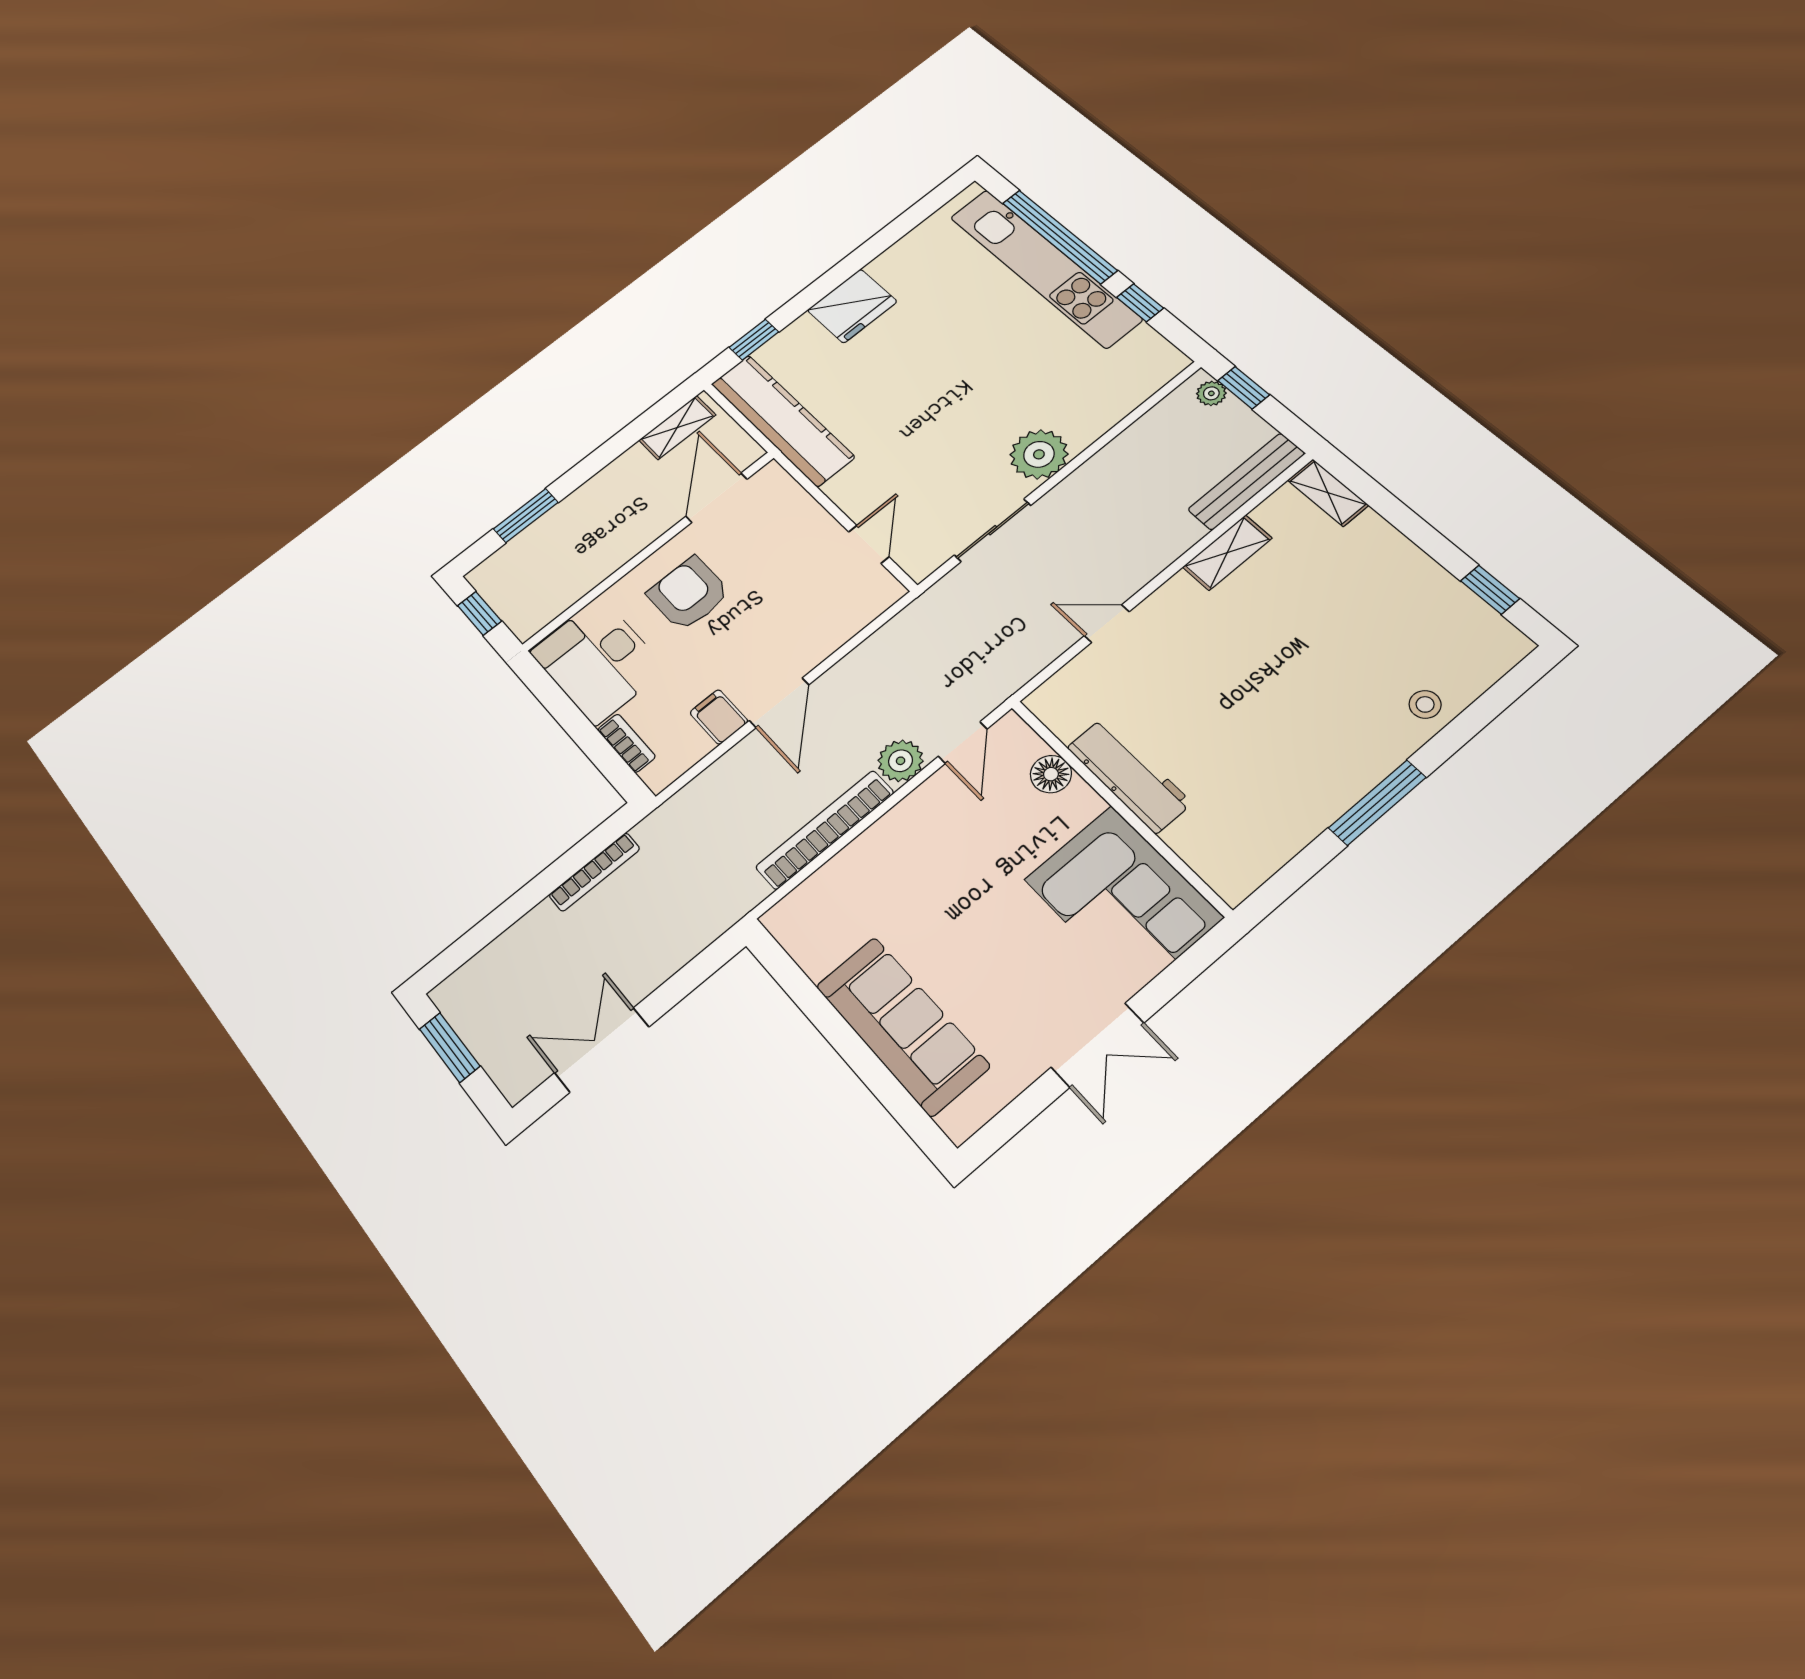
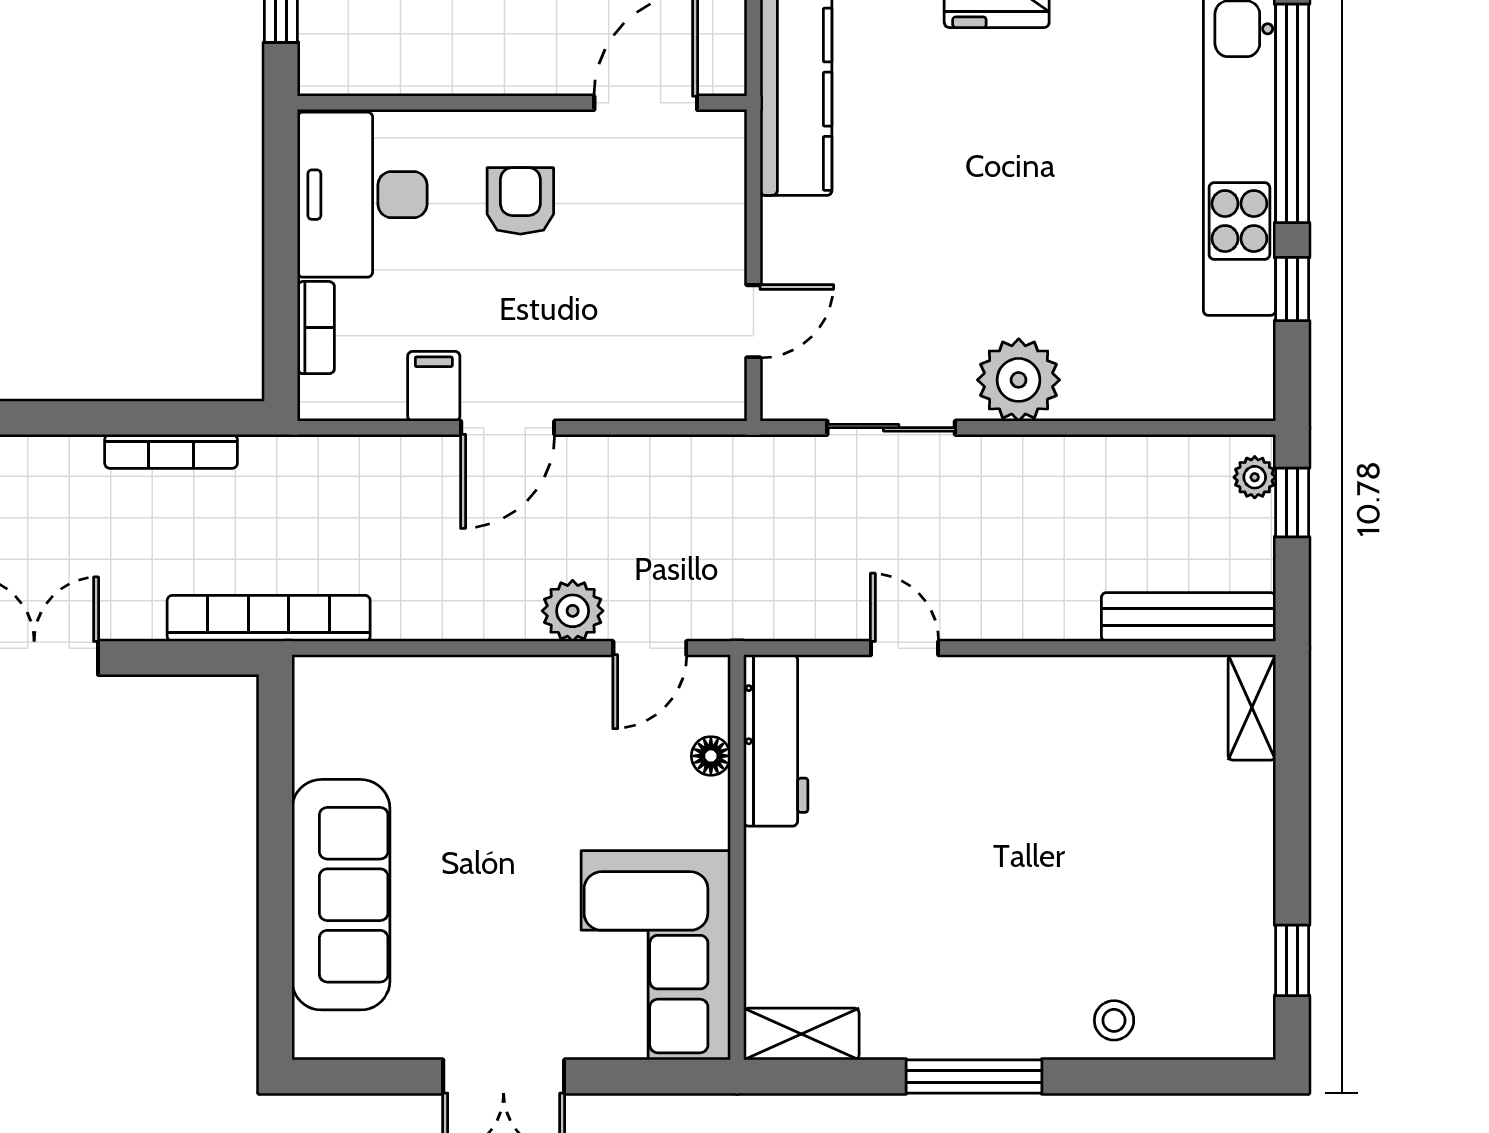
shelving: (1227, 553) -> (801, 1034), moved
armchair: (689, 594) -> (520, 201), width x0.72, depth x0.72
floor lamp: (1051, 774) -> (711, 756), width x0.73, depth x0.73
workbench: (1129, 775) -> (776, 740), moved
bookcase: (825, 830) -> (269, 618), moved

